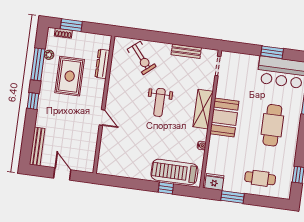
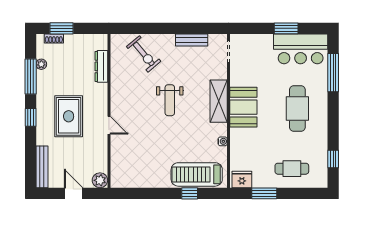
rug: (70, 76) -> (69, 116), moved
plant: (87, 165) -> (100, 180), added

